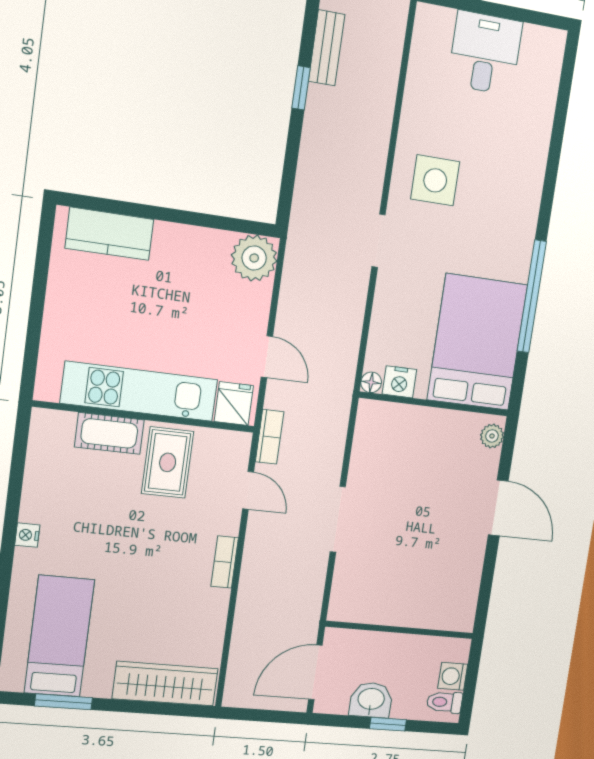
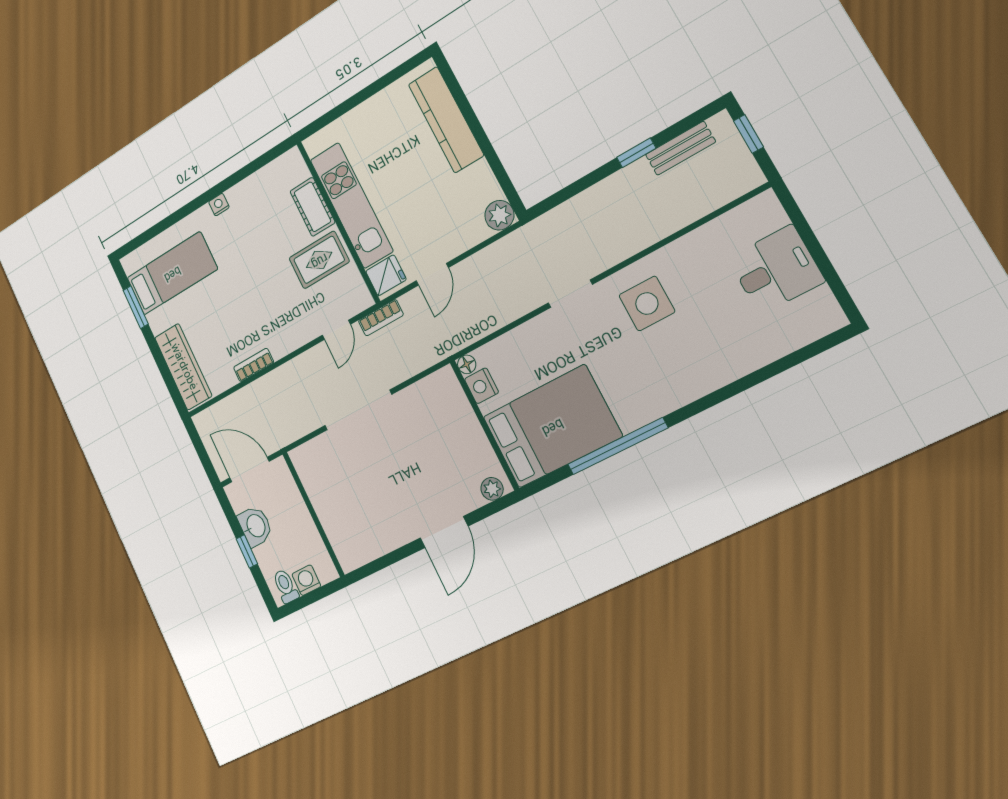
kitchen counter: (110, 234) -> (446, 120), width x1.50
plant: (254, 258) -> (499, 215), width x0.73, depth x0.73
doorway: (338, 519) -> (358, 410), width x1.36
bookcase: (225, 562) -> (254, 365), moved

